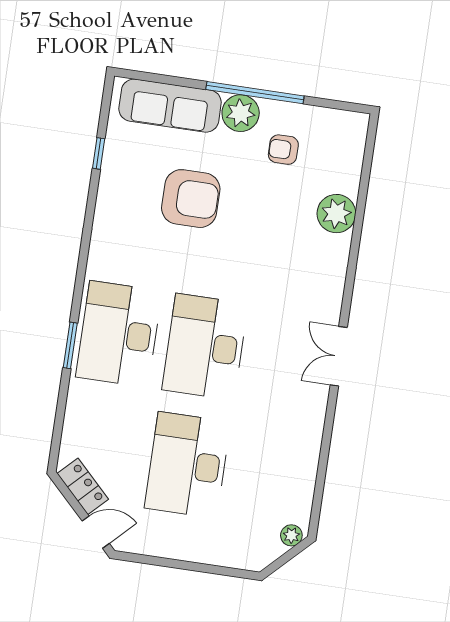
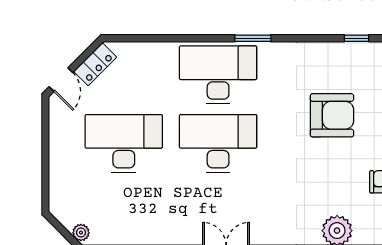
armchair: (191, 199) -> (332, 115), turned -90
window: (70, 345) -> (253, 38), moved

